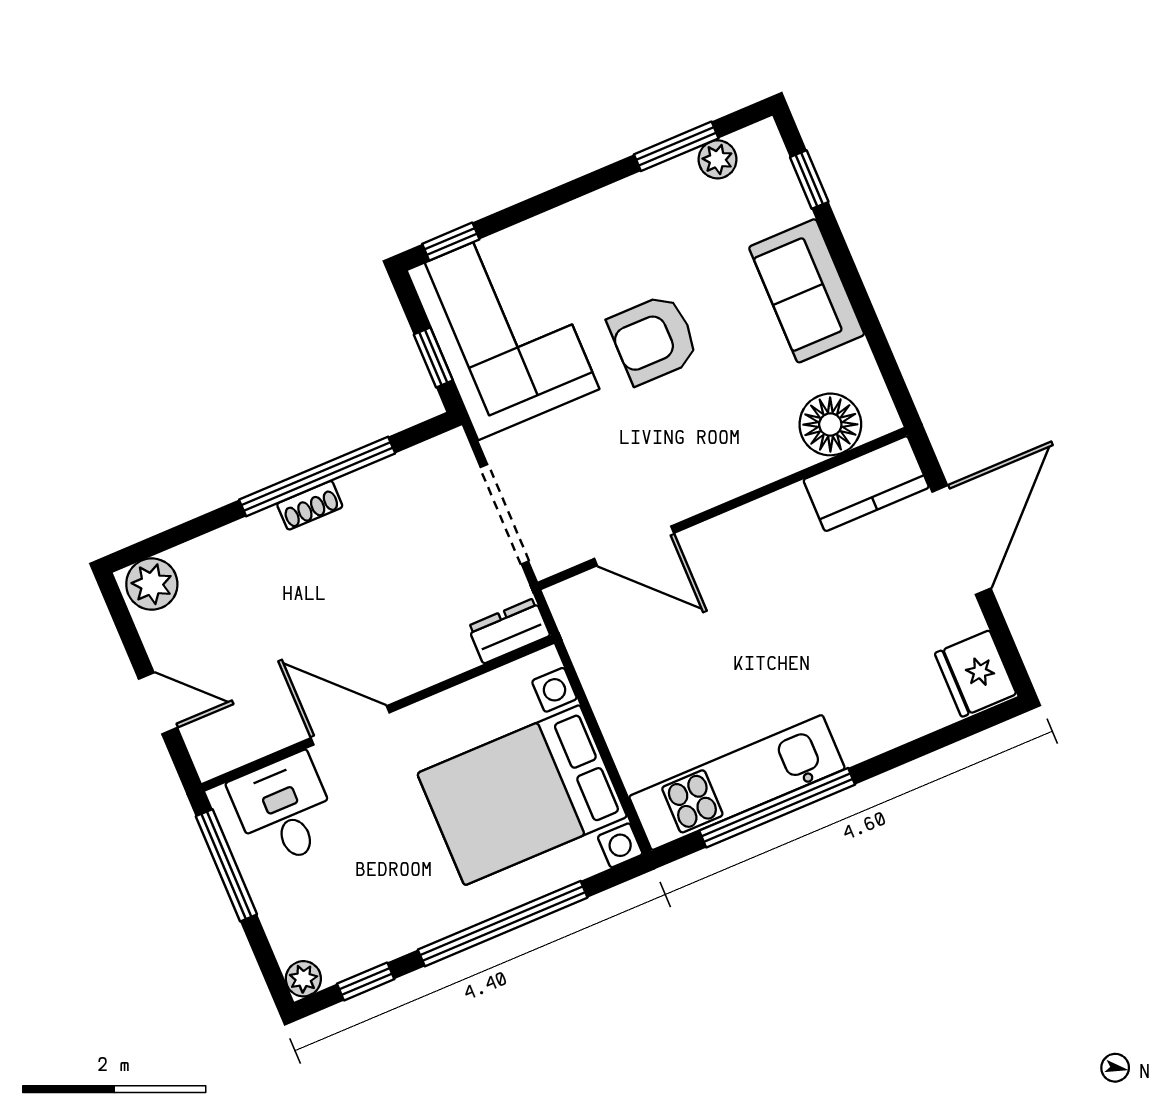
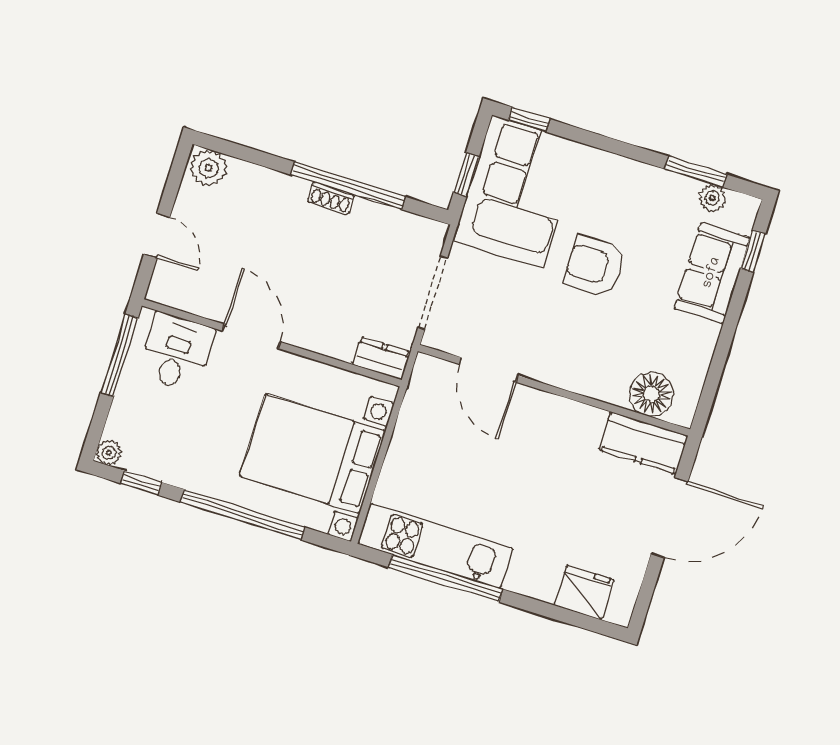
sofa: (807, 291) -> (712, 273), moved
fridge: (975, 674) -> (584, 592), moved, turned 90

